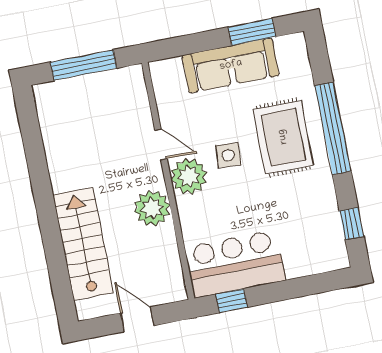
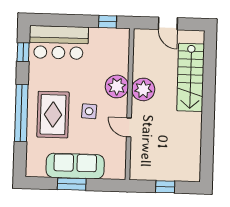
window: (252, 32) -> (72, 184), moved
window: (84, 65) -> (165, 187), width x0.46
plant: (189, 176) -> (117, 86), moved
bar counter: (235, 264) -> (59, 42), moved

